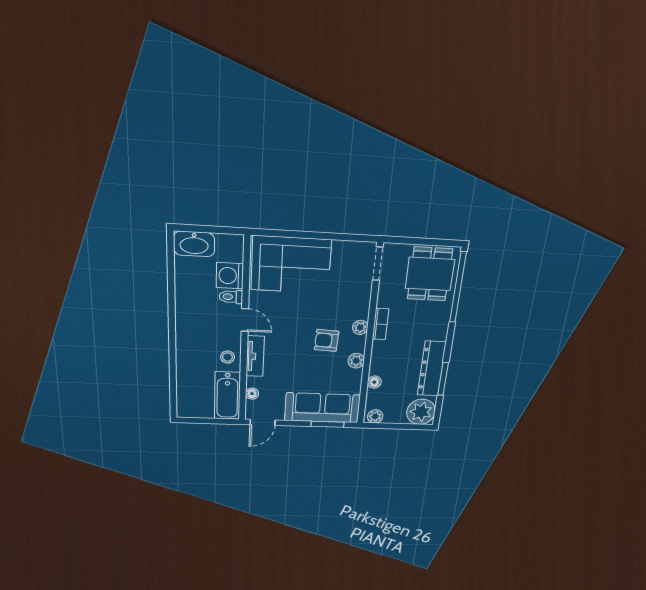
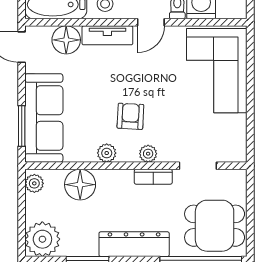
doorway: (378, 264) -> (198, 166), moved
dresser: (432, 369) -> (134, 244), moved
floor lamp: (374, 382) -> (80, 185), width x1.89, depth x1.89
floor lamp: (252, 394) -> (66, 40), width x1.89, depth x1.89

